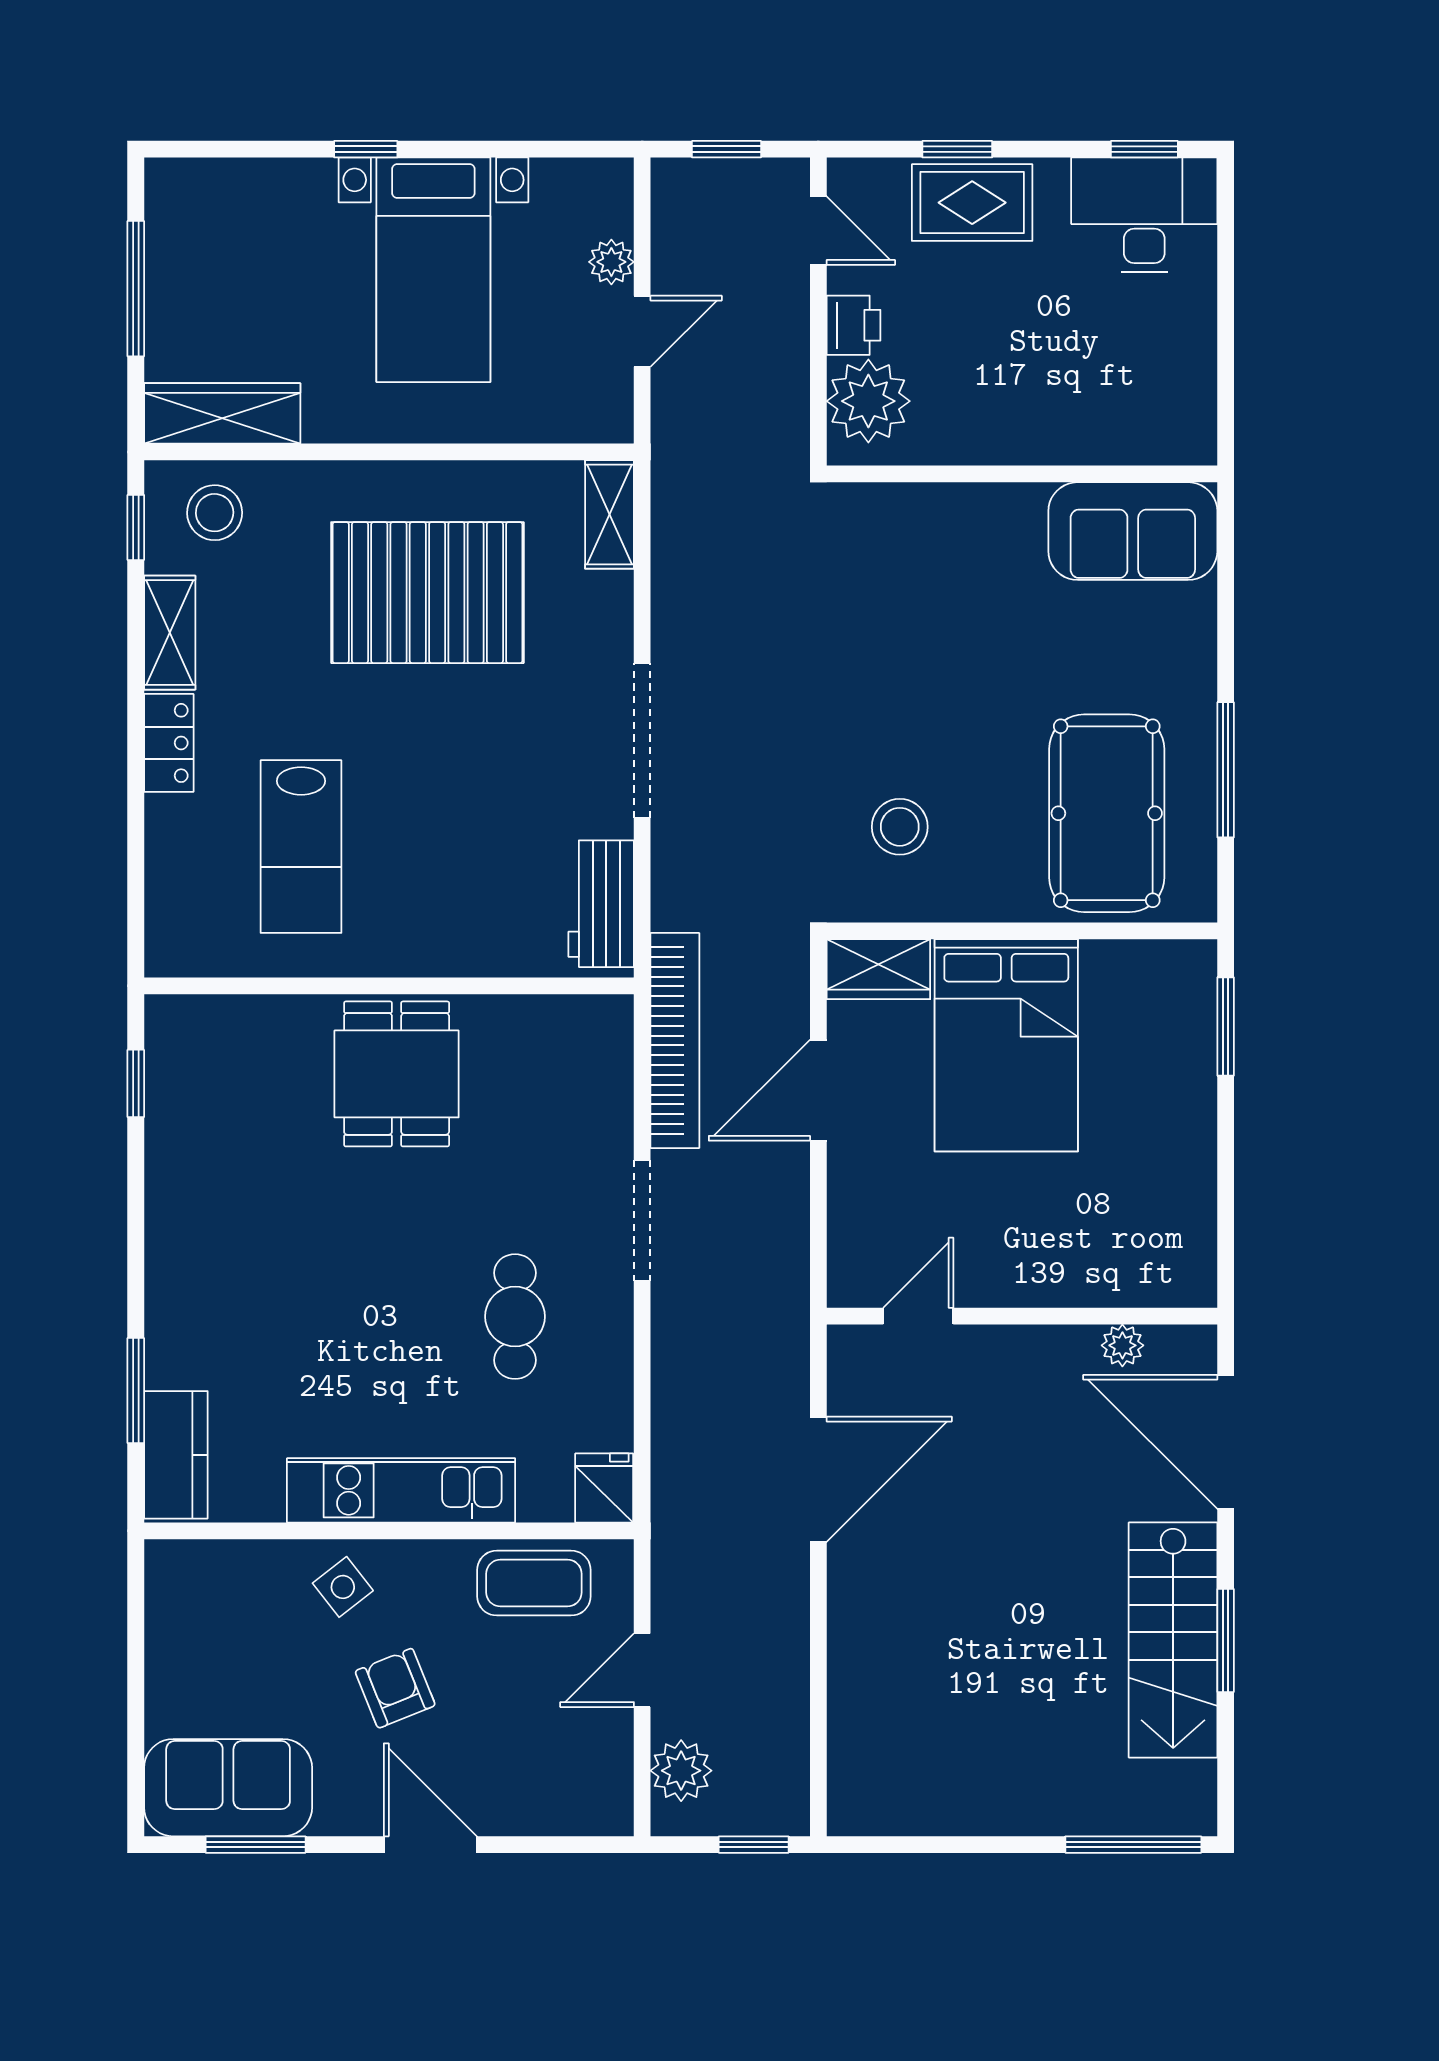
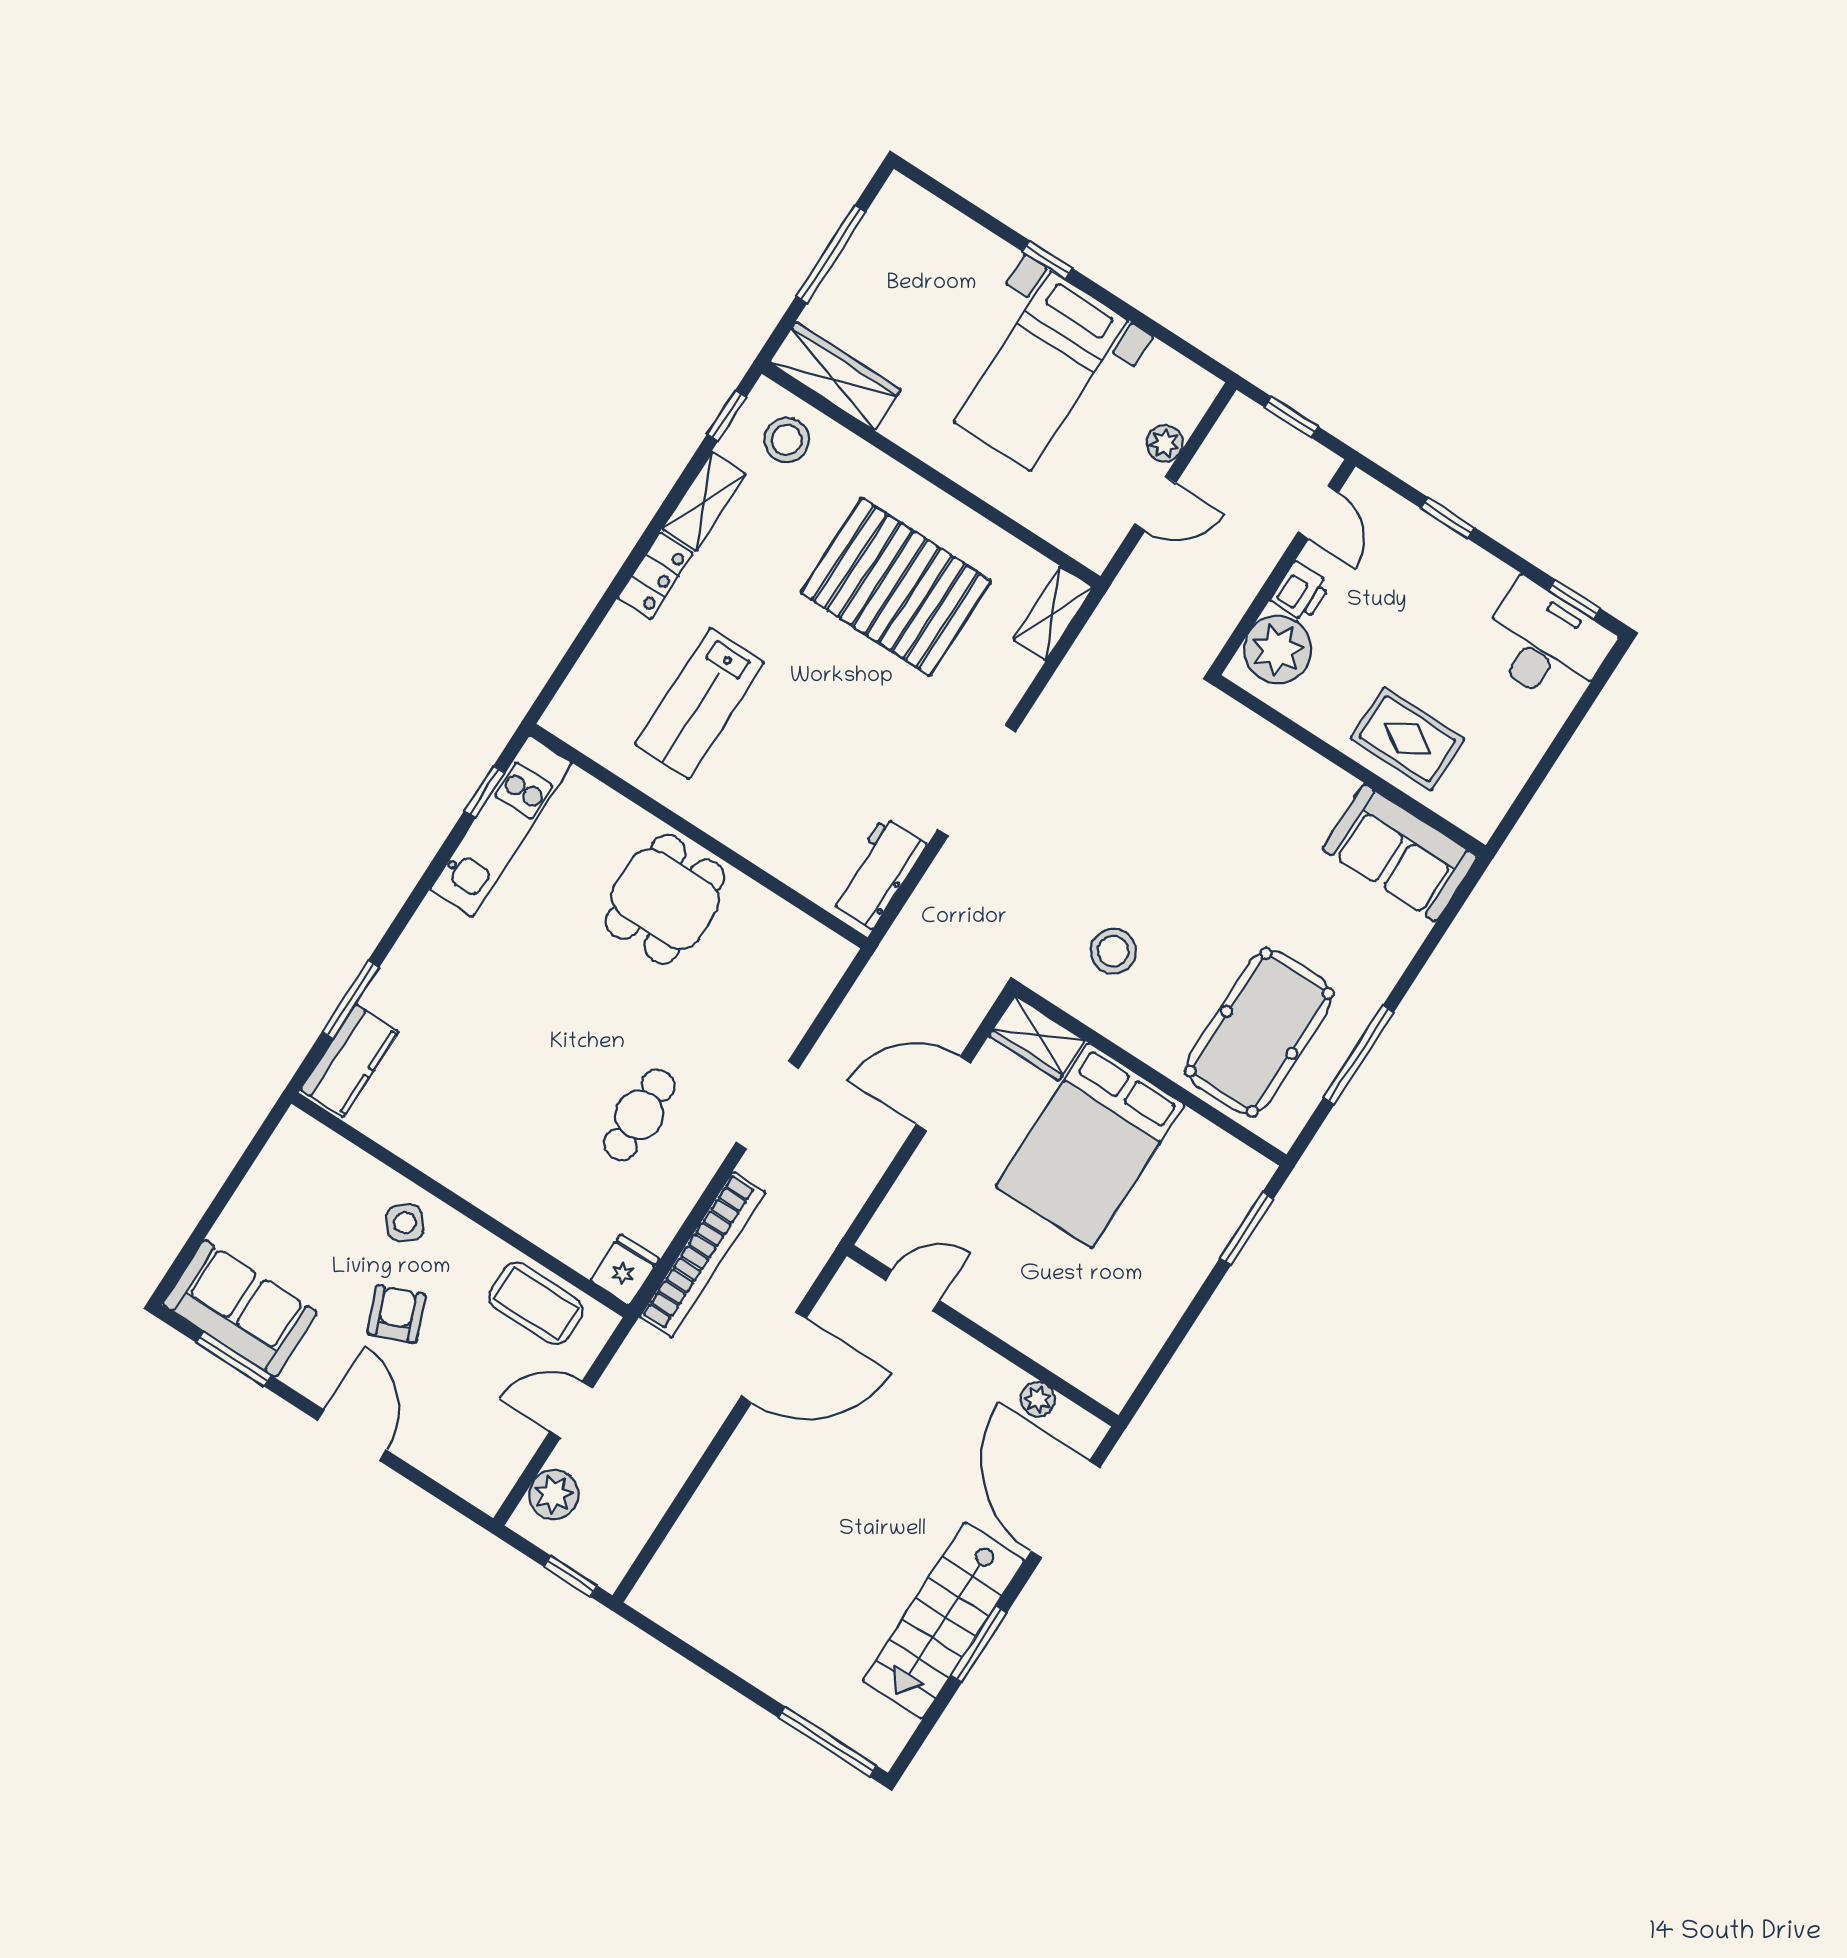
rug: (972, 203) -> (1407, 739), moved
bookcase: (675, 1041) -> (702, 1254), moved
kitchen unit: (401, 1490) -> (501, 826), moved, turned 90

